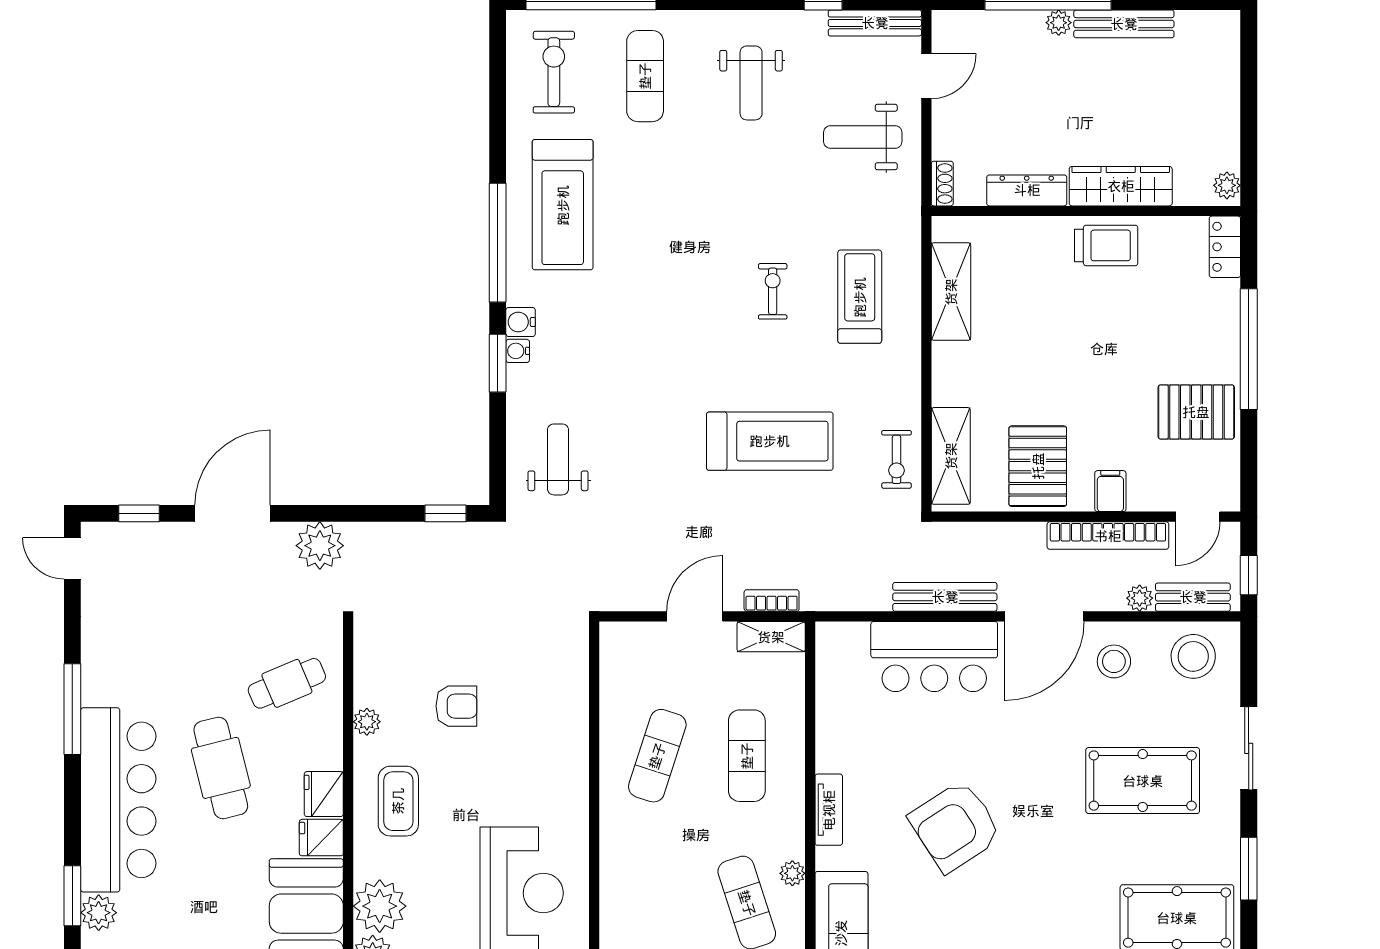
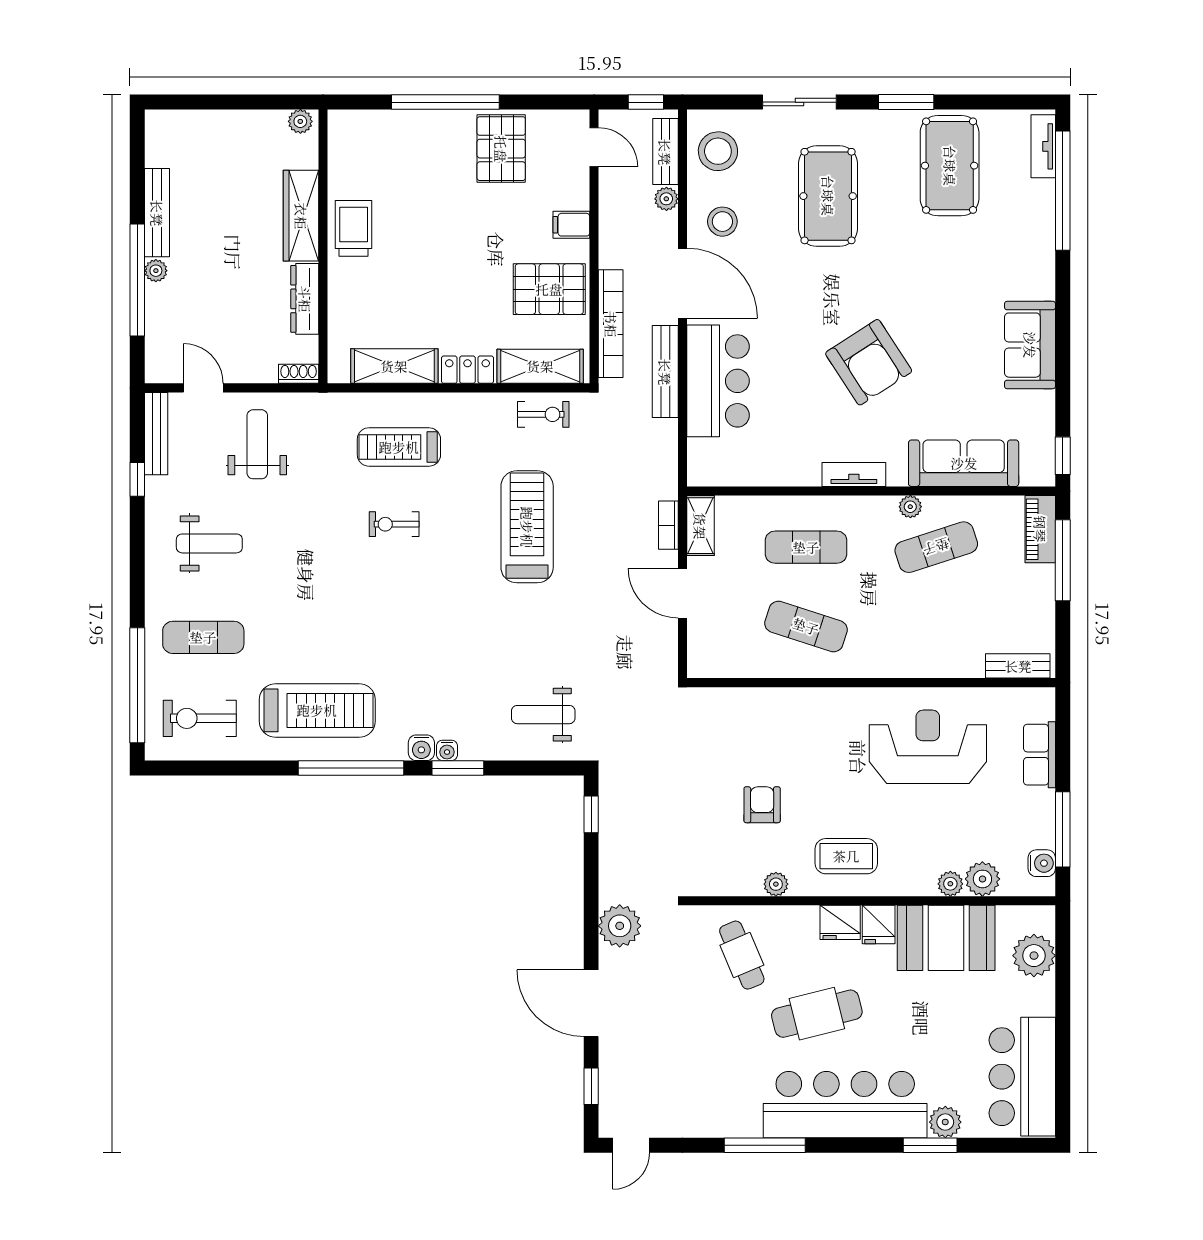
weight bench: (863, 137) -> (257, 444), turned 180
locker: (1225, 247) -> (467, 370), moved, turned 180
bookcase: (1108, 536) -> (611, 324), moved
plant: (380, 906) -> (950, 884), width x0.53, depth x0.53

